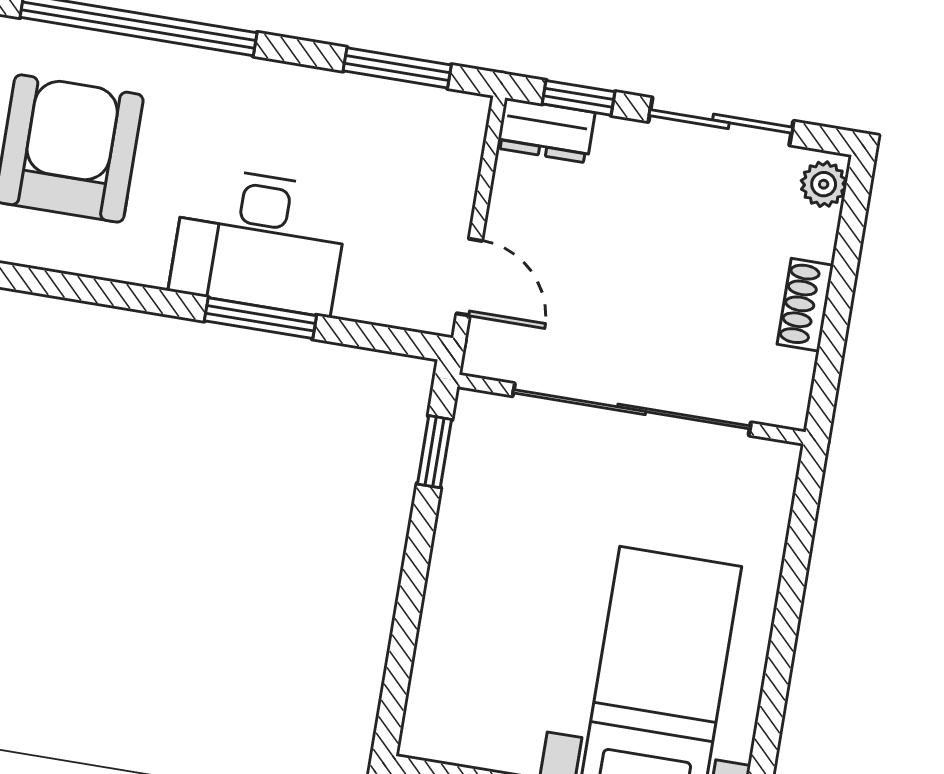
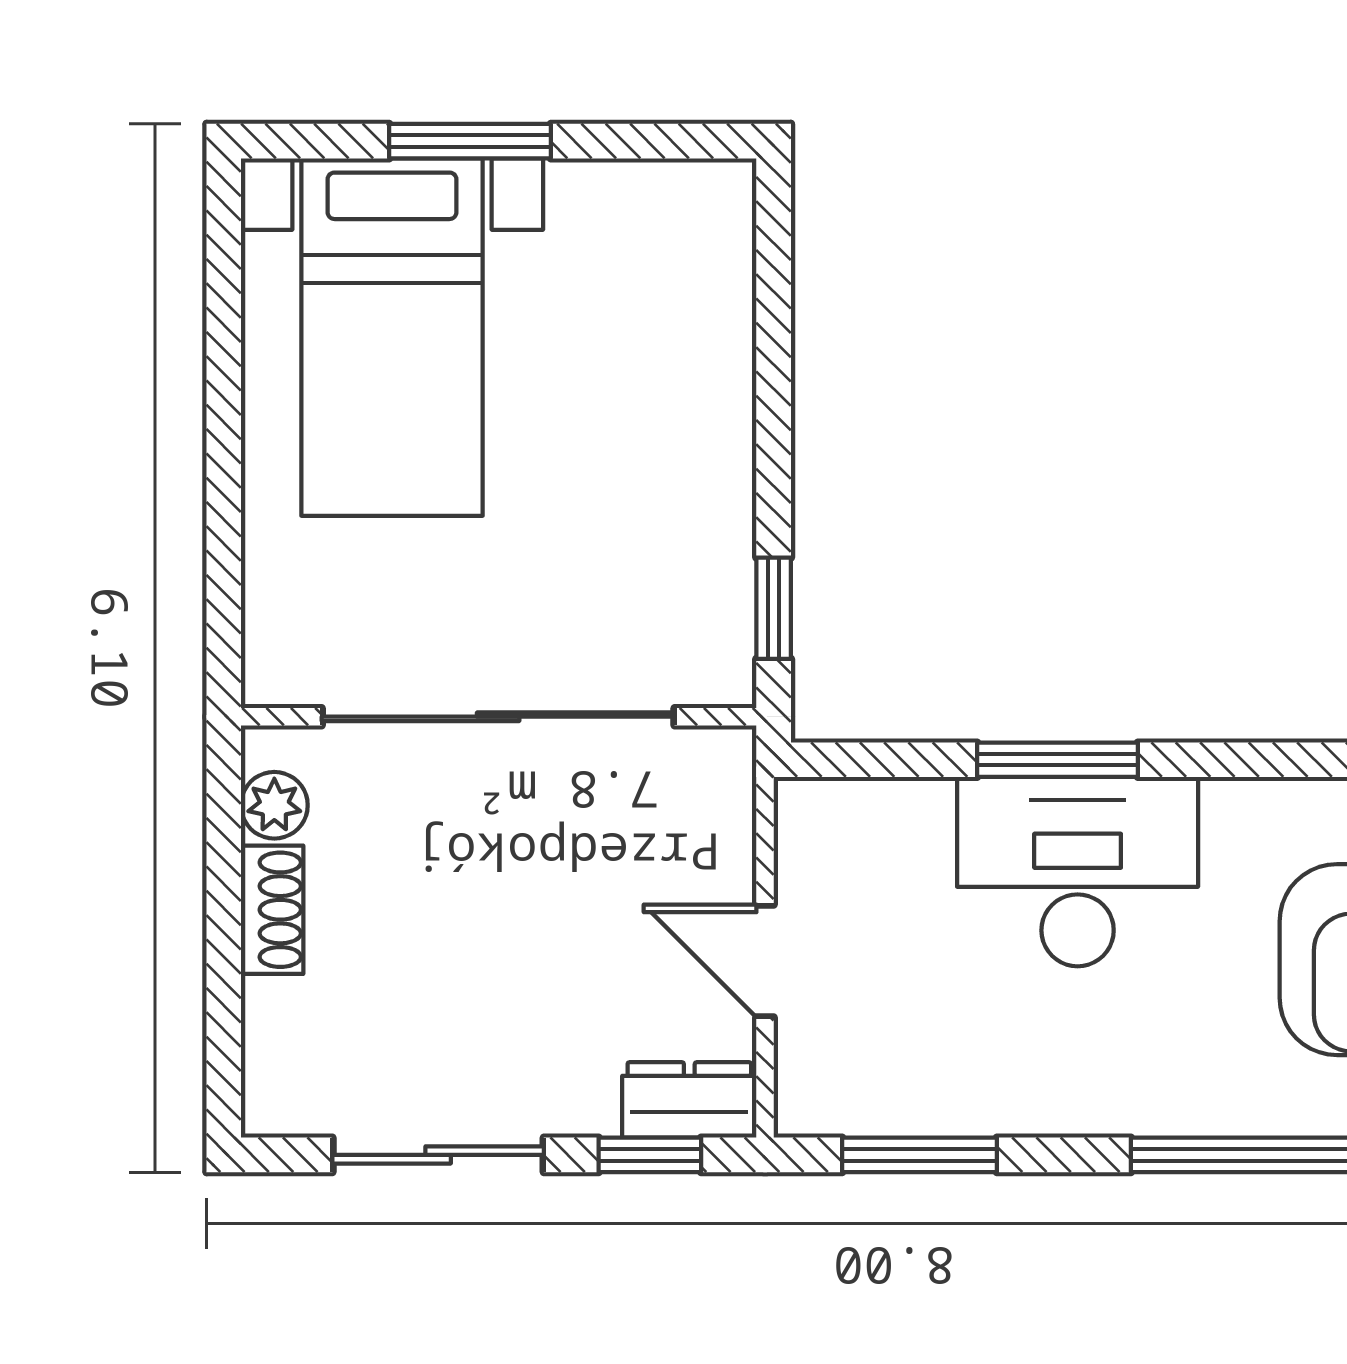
plant: (824, 184) -> (274, 805), moved
door: (469, 277) -> (765, 961), moved

